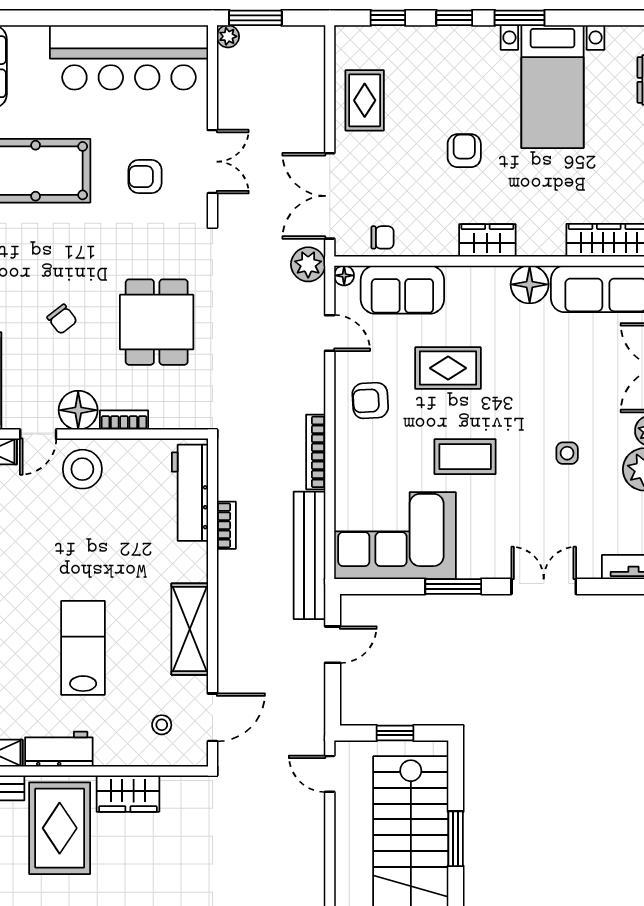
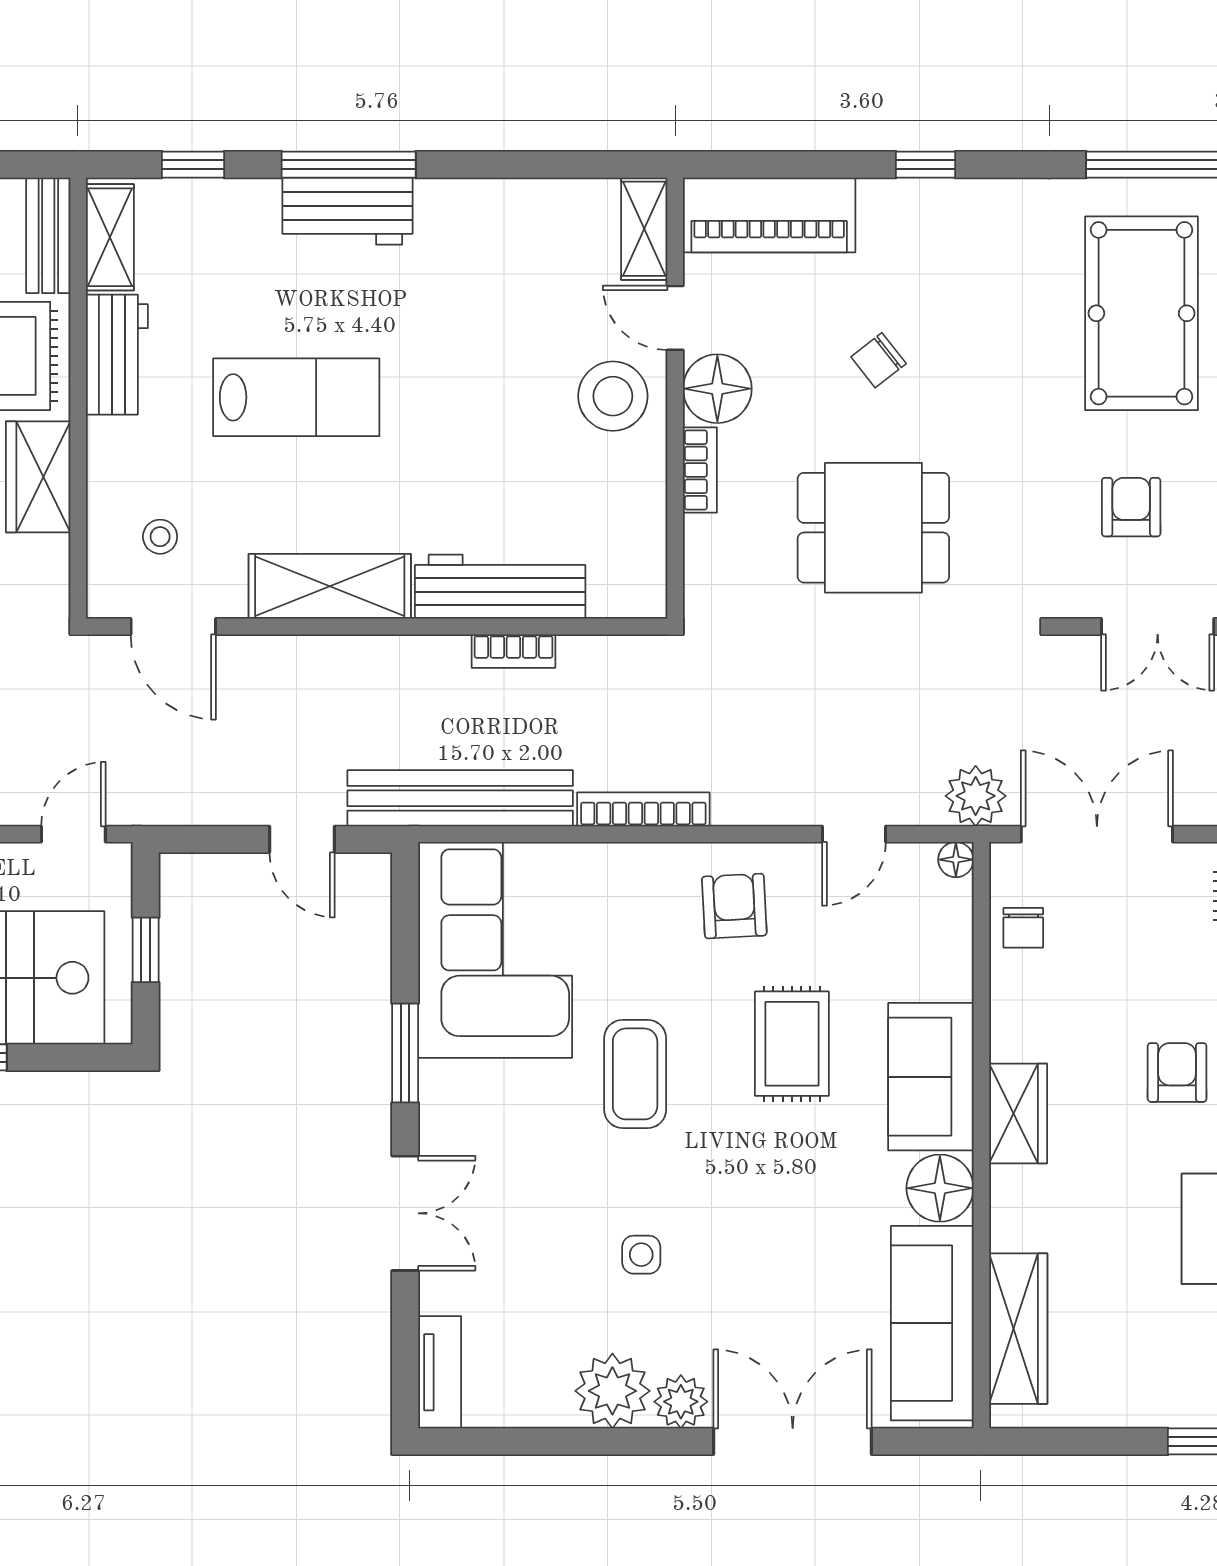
armchair: (464, 151) -> (1177, 1072), turned -90
sofa: (402, 290) -> (931, 1077), moved
workbench: (190, 493) -> (500, 587), moved

